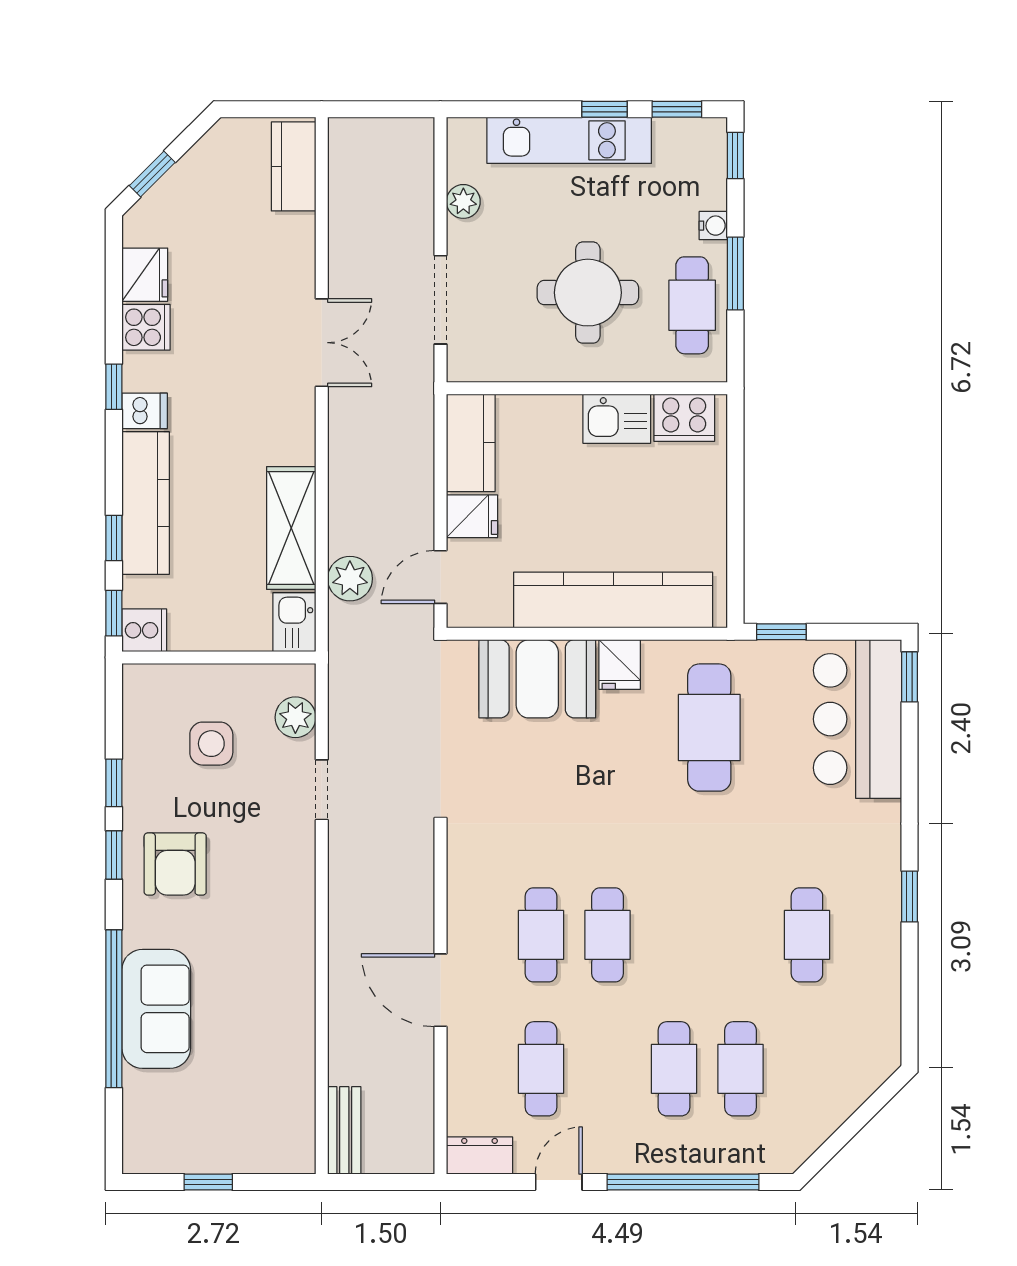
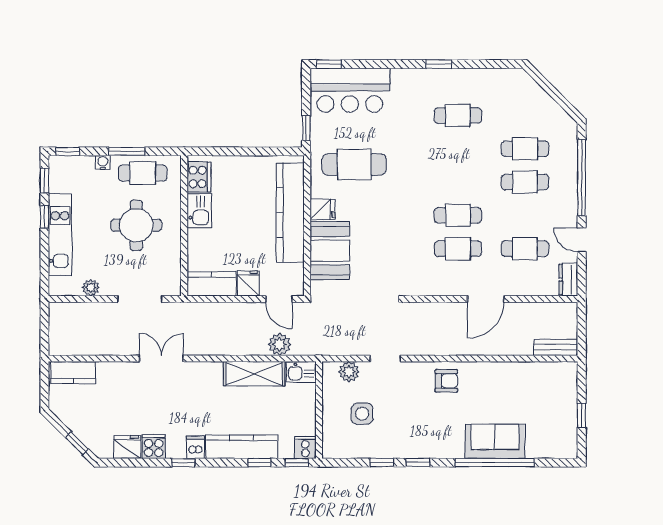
armchair: (175, 864) -> (446, 381), moved, width x0.72, depth x0.72

